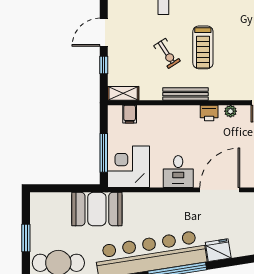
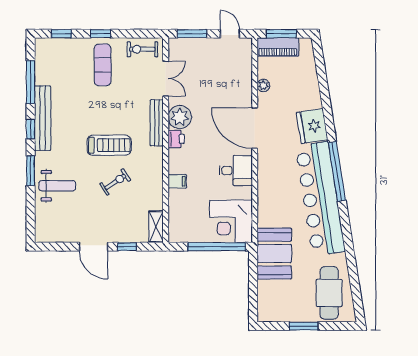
bench: (186, 94) -> (157, 123), moved
plant: (231, 111) -> (180, 117), width x1.87, depth x1.87
filing cabinet: (130, 114) -> (177, 181), moved
window: (104, 153) -> (217, 247), width x1.46
fridge: (218, 250) -> (312, 126), width x1.36, depth x1.34

